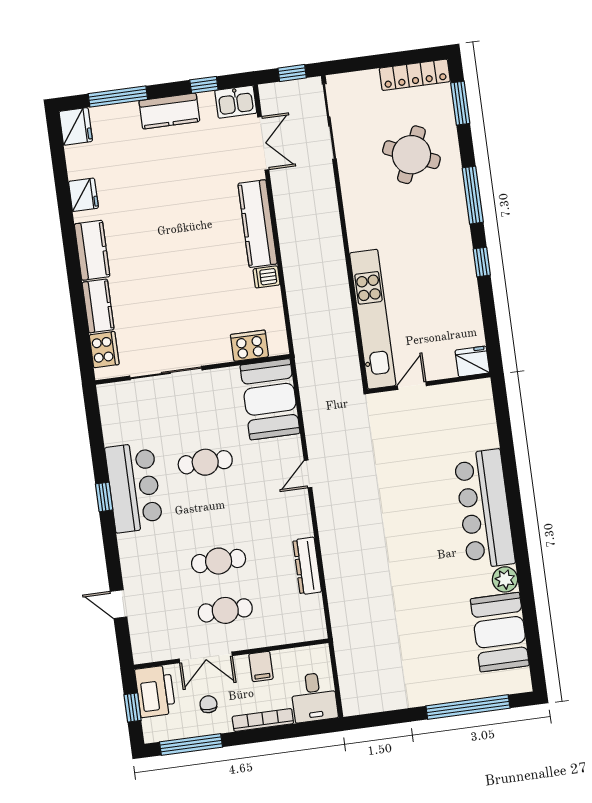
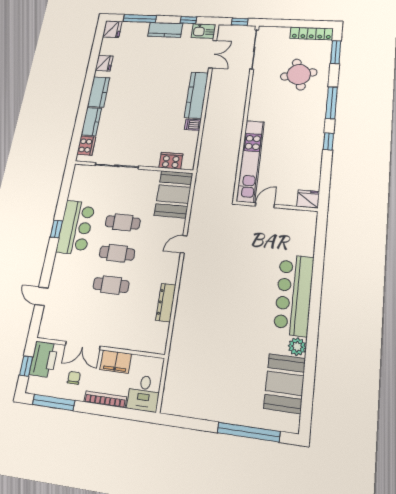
round table: (411, 155) -> (299, 74), turned -37
cafe table: (225, 610) -> (117, 253), moved
filing cabinet: (261, 666) -> (116, 362), width x2.00

